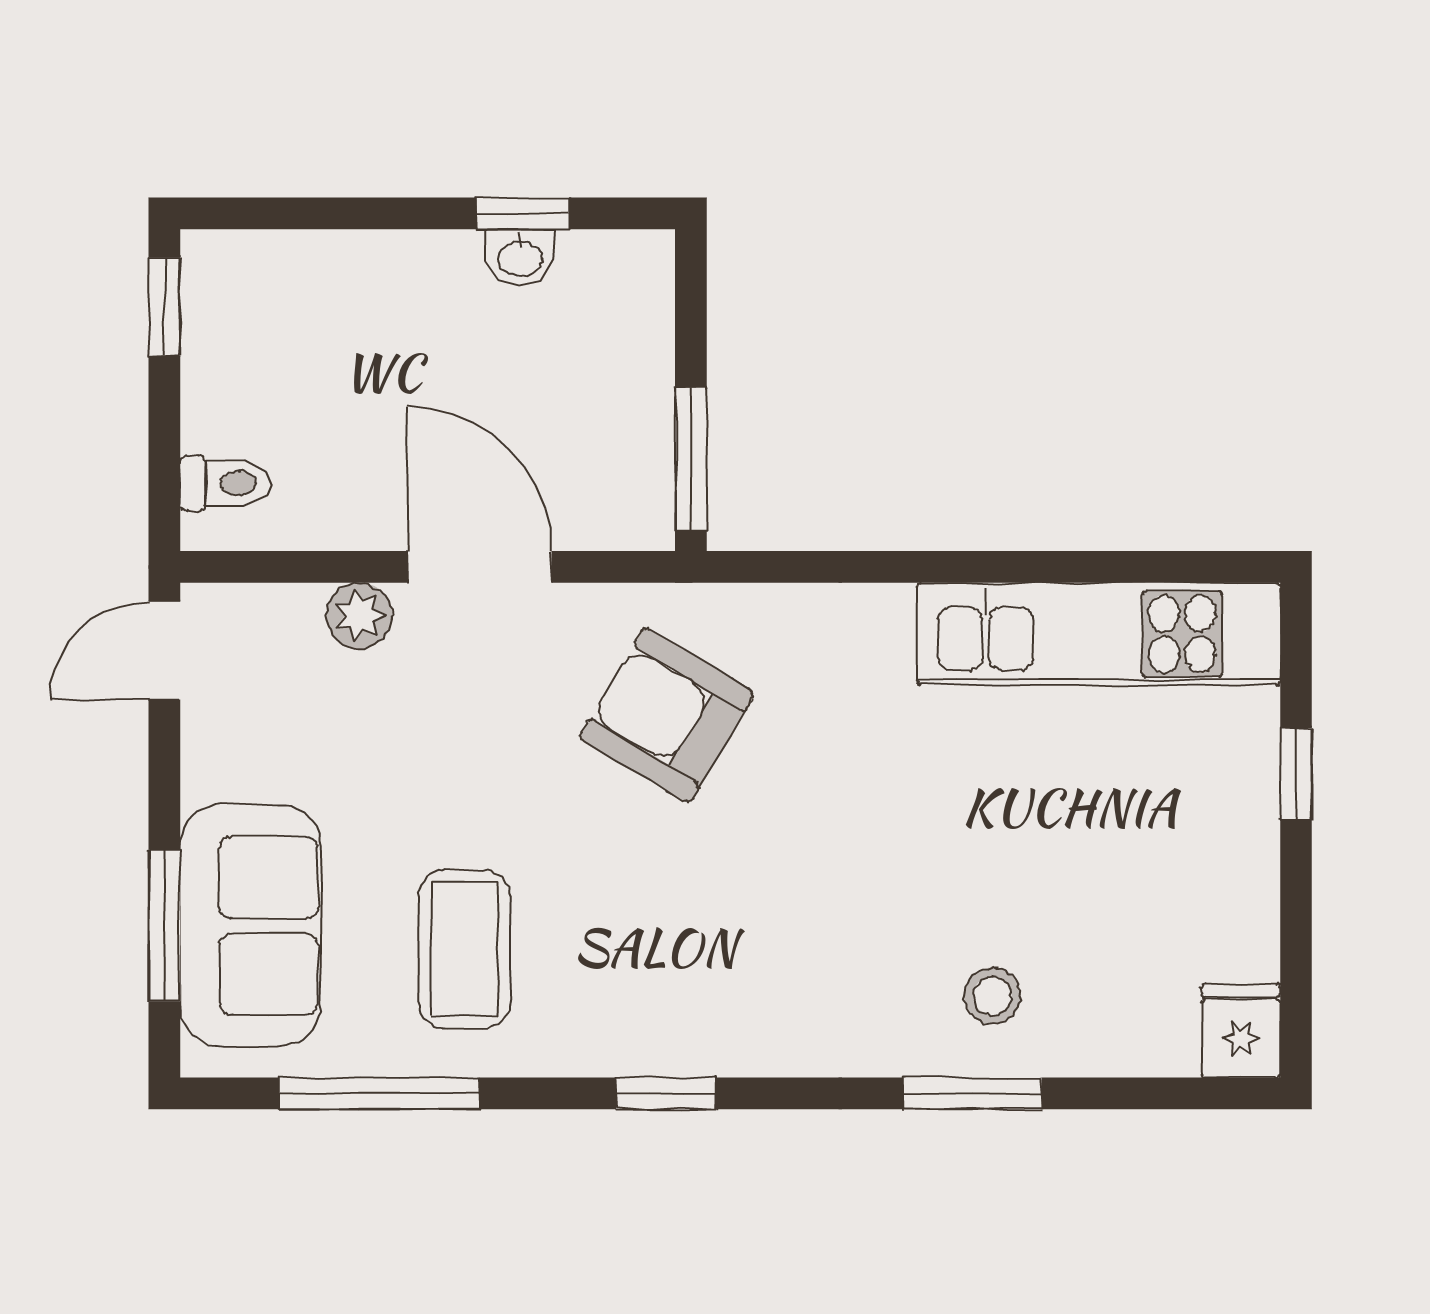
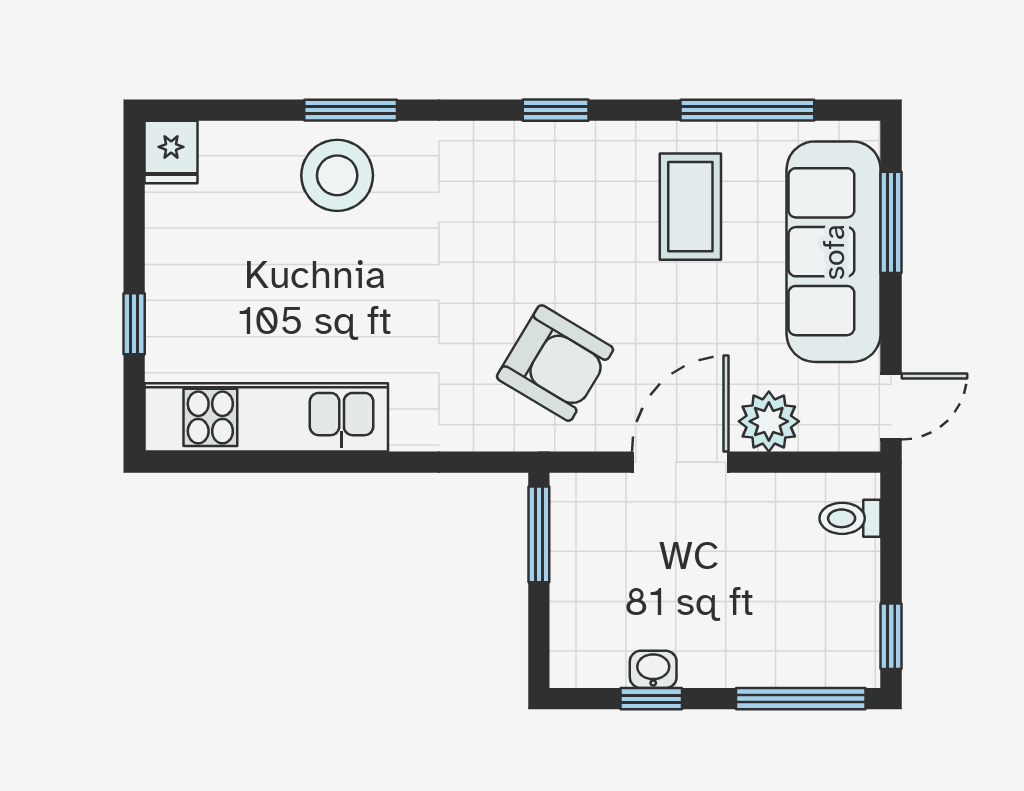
window: (299, 213) -> (801, 699), added
door: (480, 567) -> (680, 462), swing flipped
plant: (359, 616) -> (769, 421), width x1.38, depth x1.38
sofa: (250, 925) -> (834, 252), width x1.36
stool: (992, 996) -> (337, 175), width x1.89, depth x1.89

